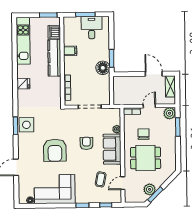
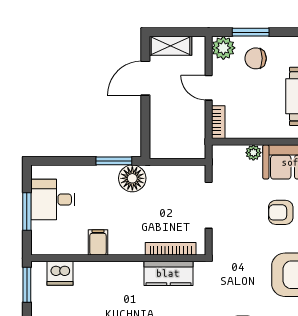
kitchen counter: (54, 58) -> (168, 273), moved, width x0.67
chair: (144, 134) -> (256, 58), moved

